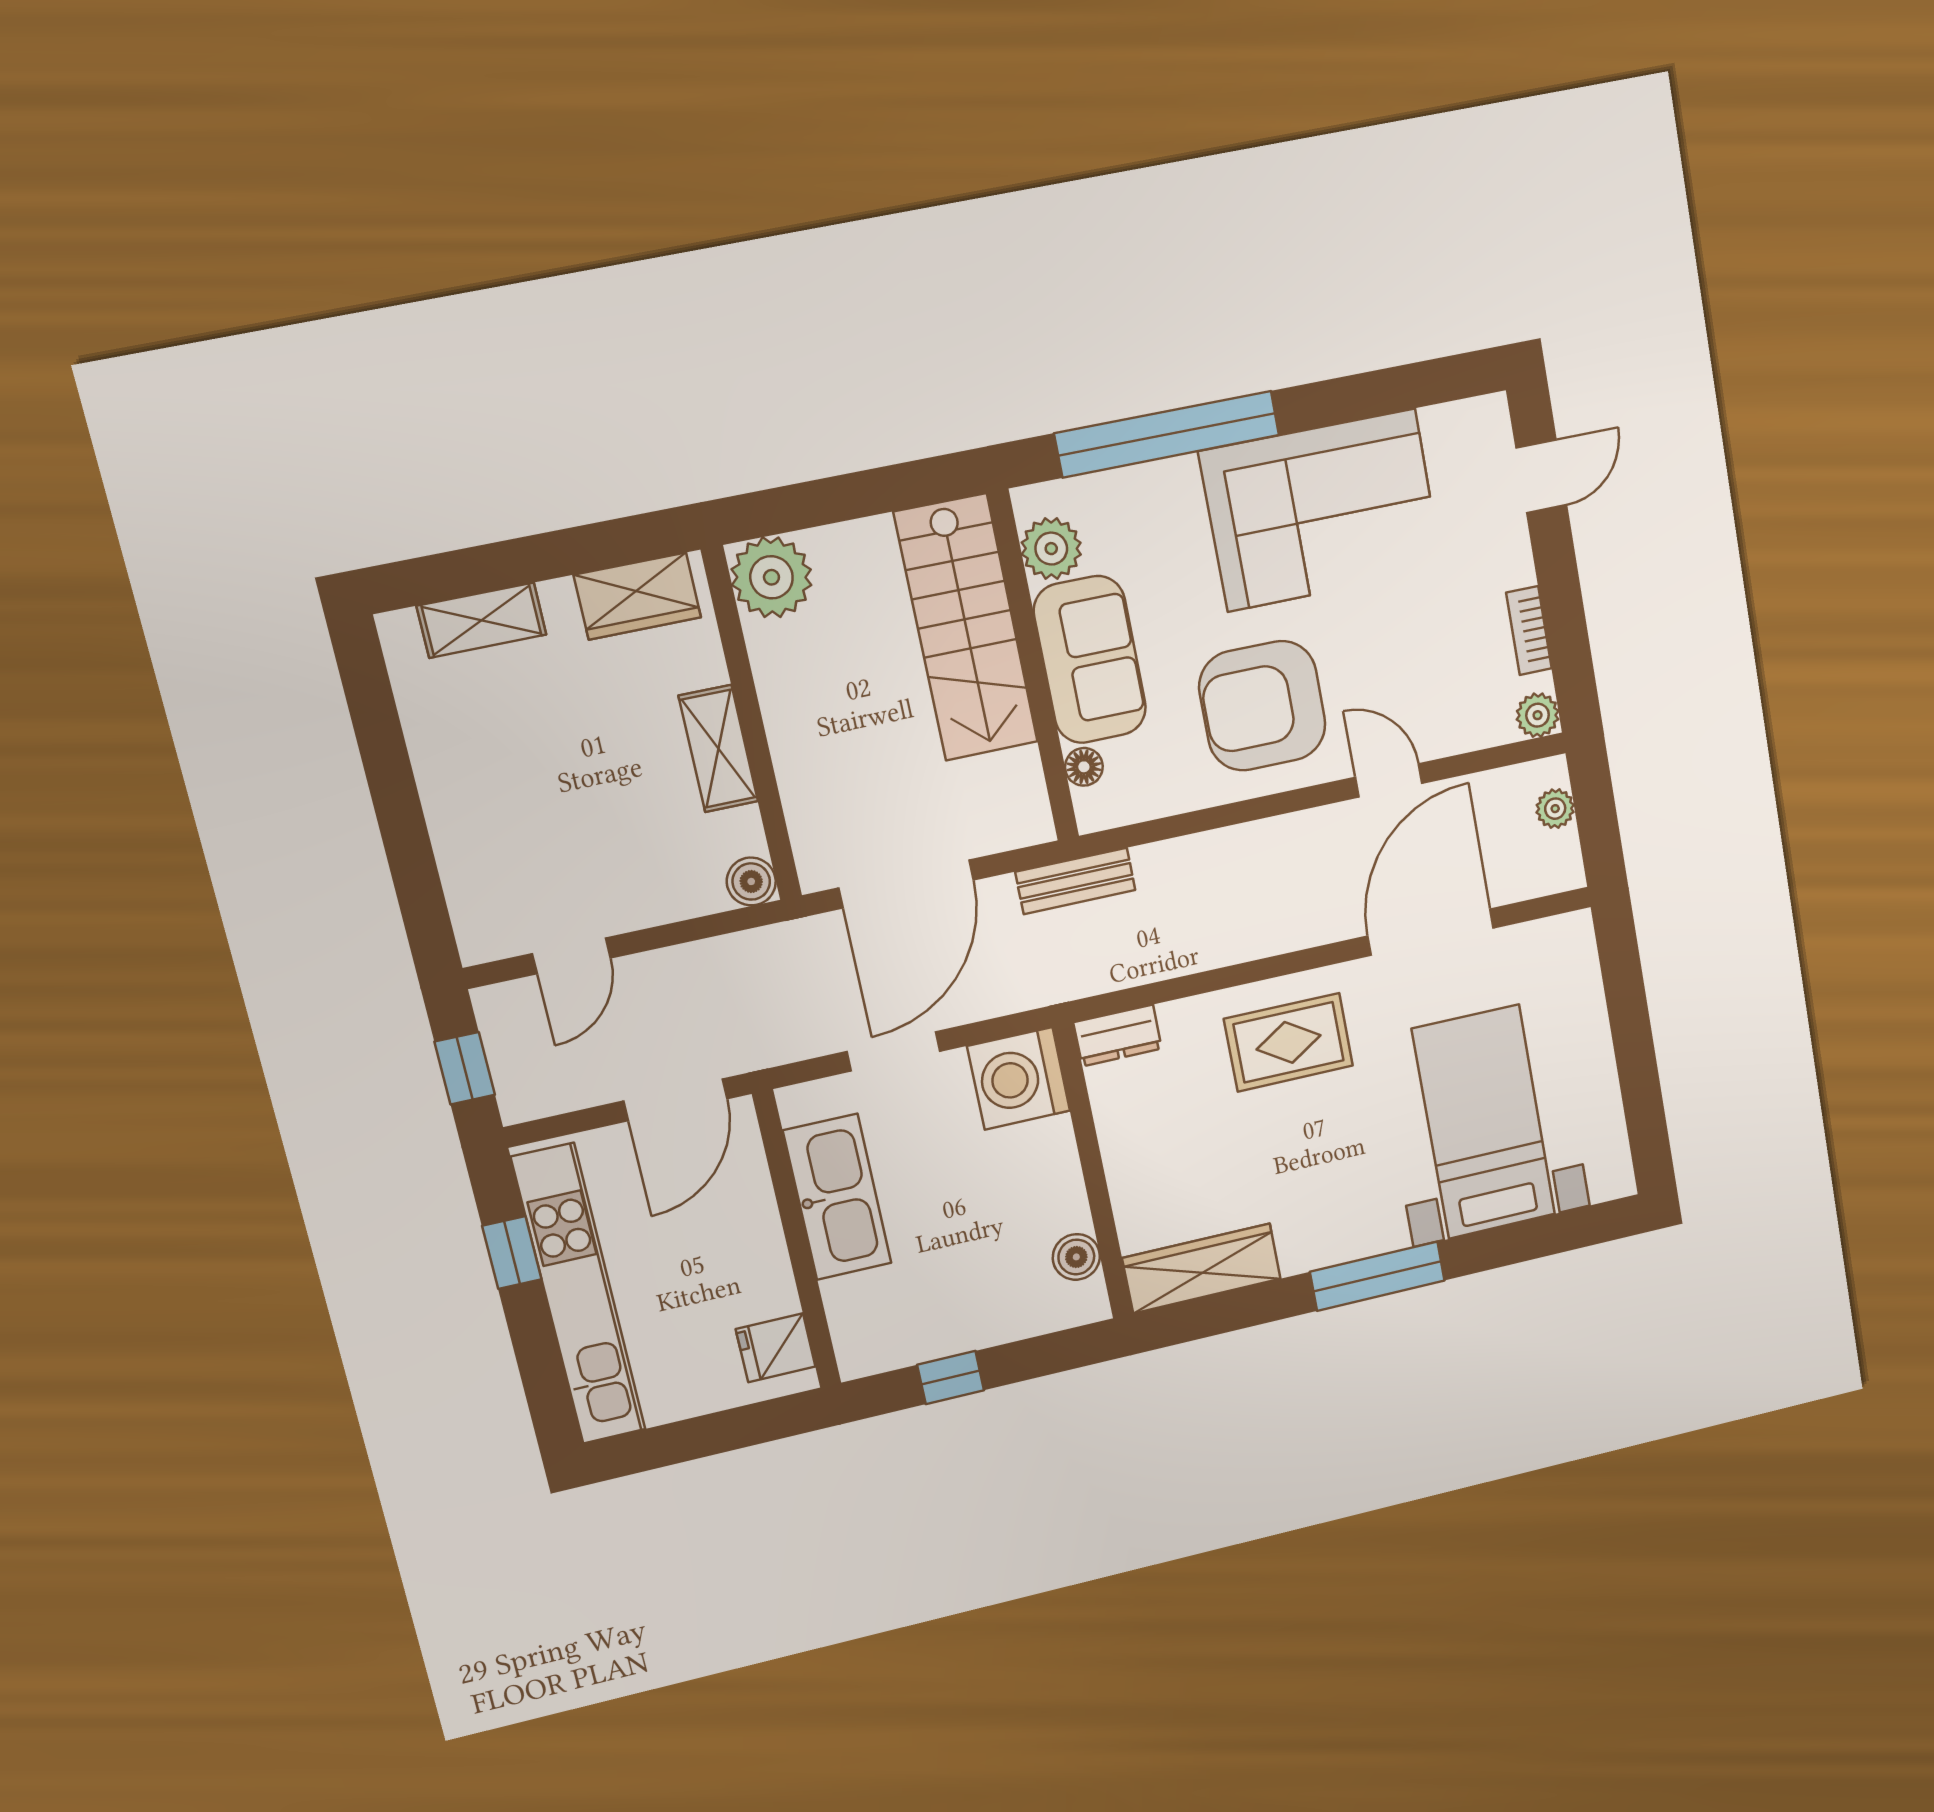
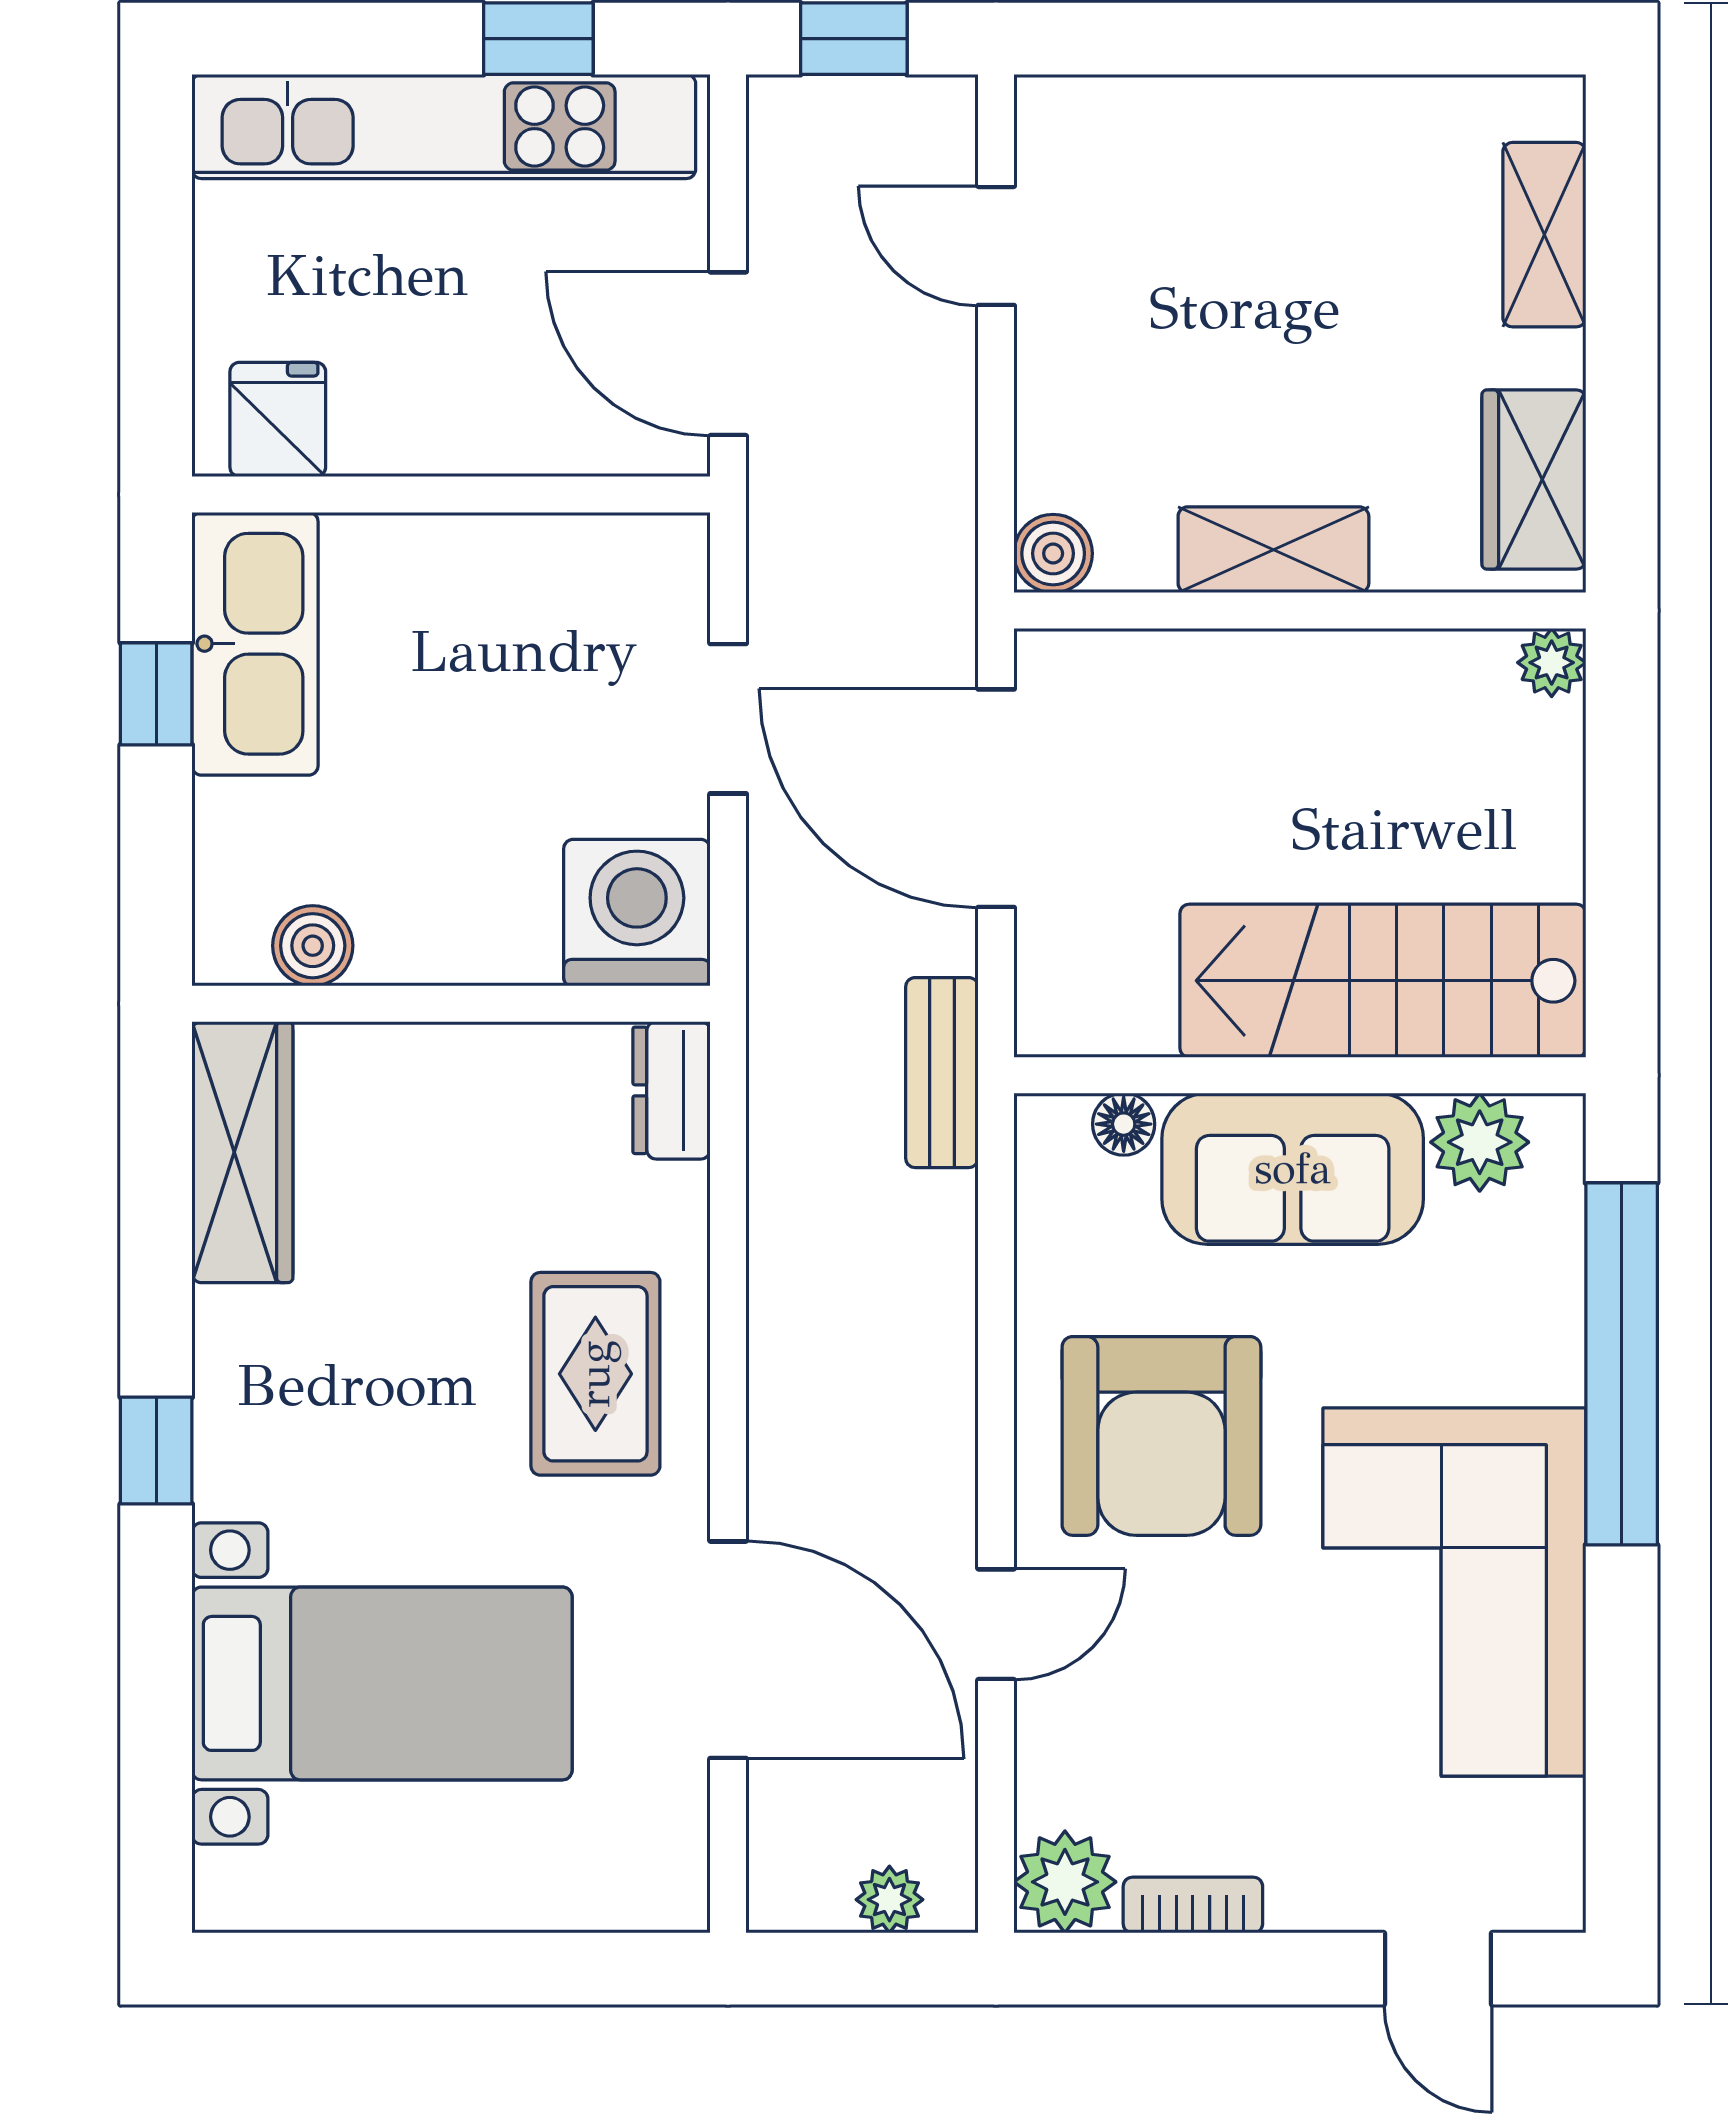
plant: (771, 577) -> (1552, 663), width x0.53, depth x0.53
armchair: (1262, 706) -> (1161, 1436), turned 180
plant: (1538, 715) -> (1065, 1882), width x1.38, depth x1.38
kitchen sink: (837, 1197) -> (255, 644), moved, turned -90
window: (1377, 1276) -> (156, 1451), width x0.46

